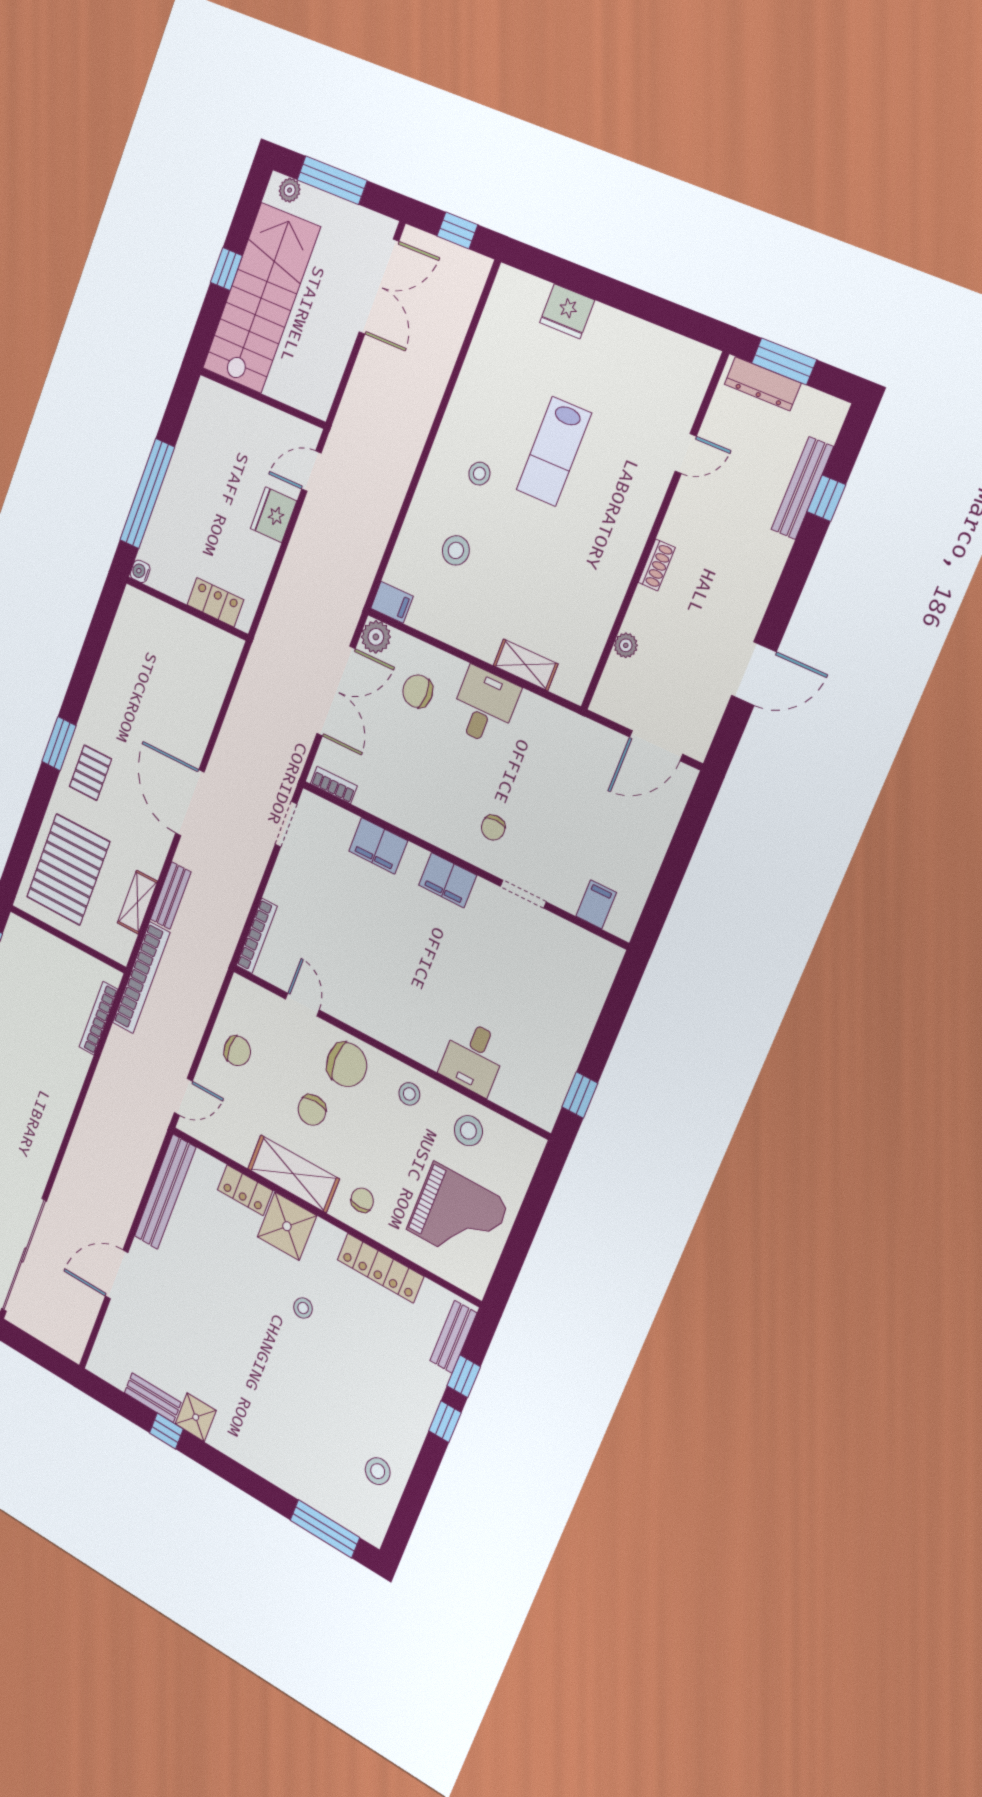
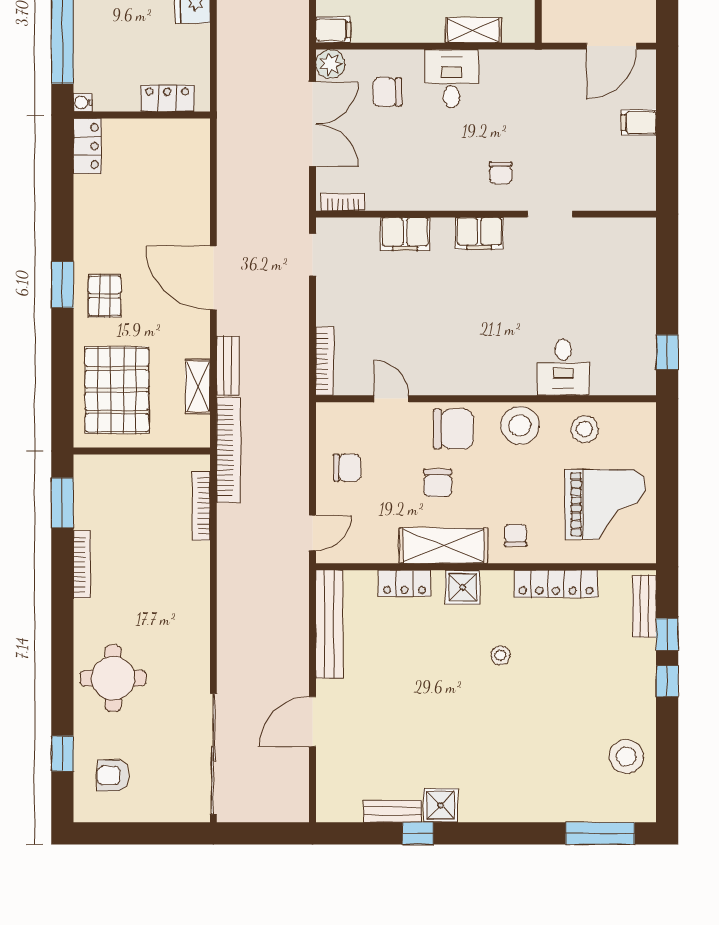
locker: (129, 617) -> (87, 146), added
filing cabinet: (596, 904) -> (639, 123), moved, turned -90
stool: (409, 1094) -> (520, 425), width x1.89, depth x1.89
shower: (287, 1226) -> (463, 587), width x0.73, depth x0.73
stool: (378, 1471) -> (626, 757), width x1.38, depth x1.38

